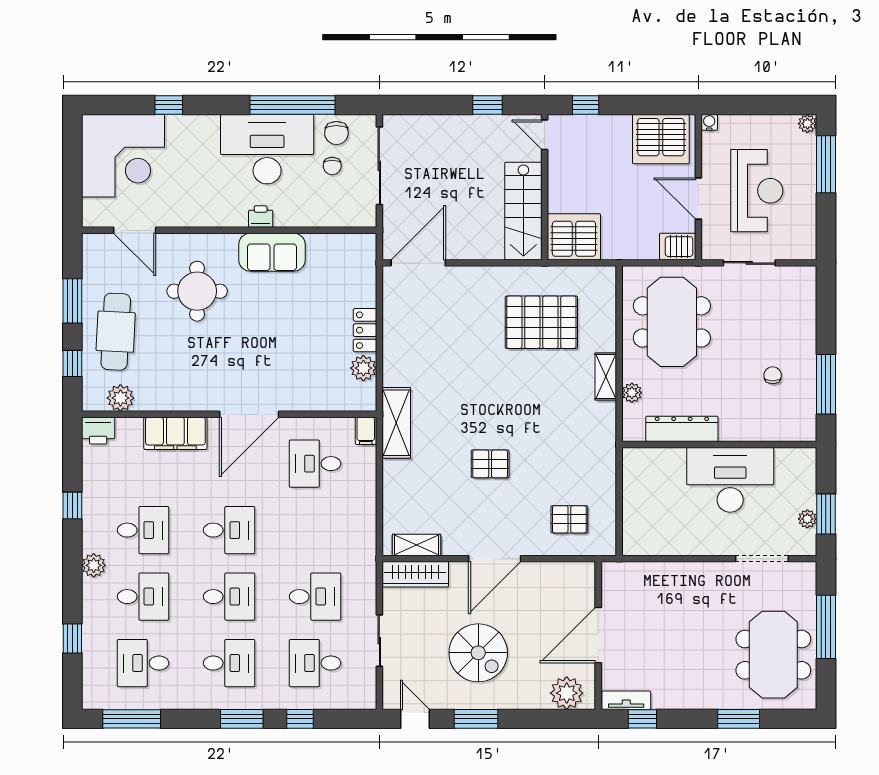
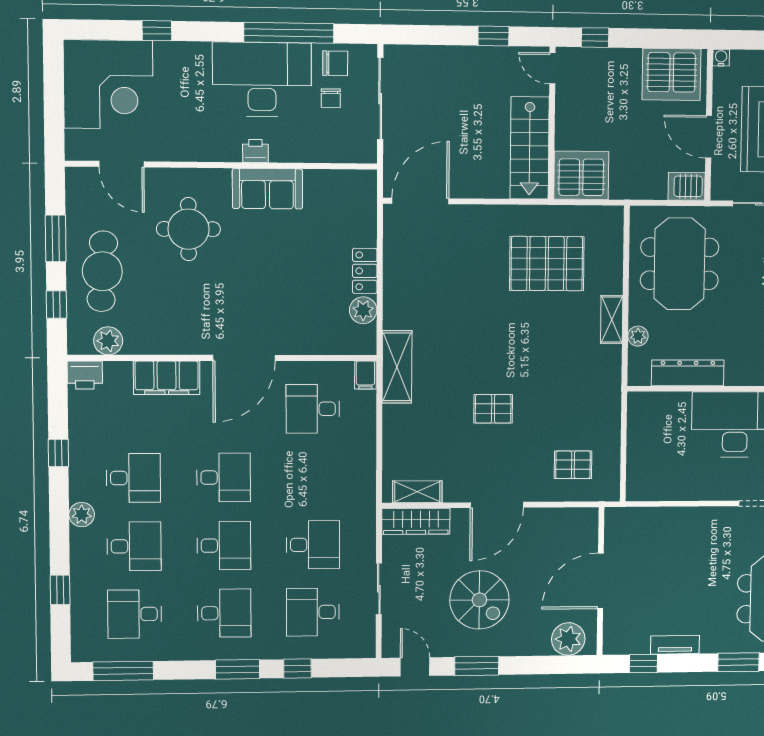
chair: (336, 133) -> (335, 63), turned -90
tv unit: (626, 700) -> (675, 645), moved

